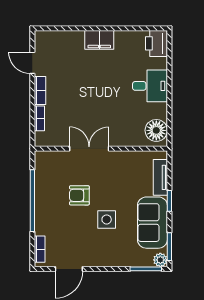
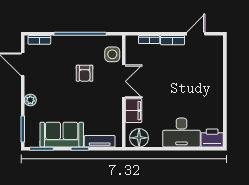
filing cabinet: (99, 40) -> (134, 111), moved, turned 180
desk: (150, 86) -> (181, 133), width x1.37
armchair: (79, 195) -> (85, 73), turned 180
side table: (107, 219) -> (112, 54), moved
plant: (160, 260) -> (30, 100), moved

